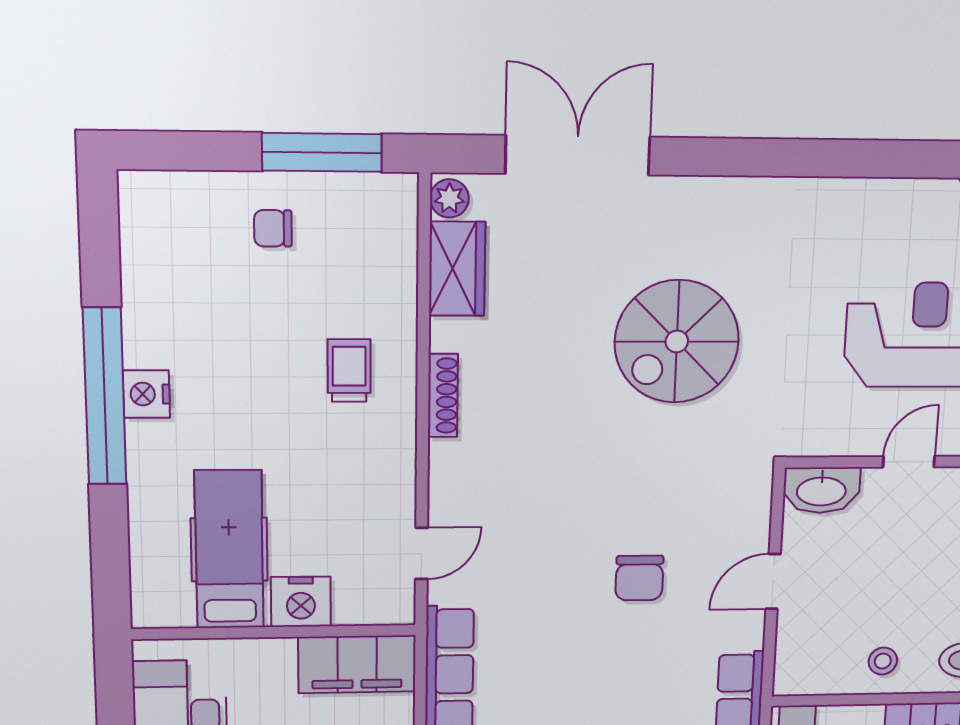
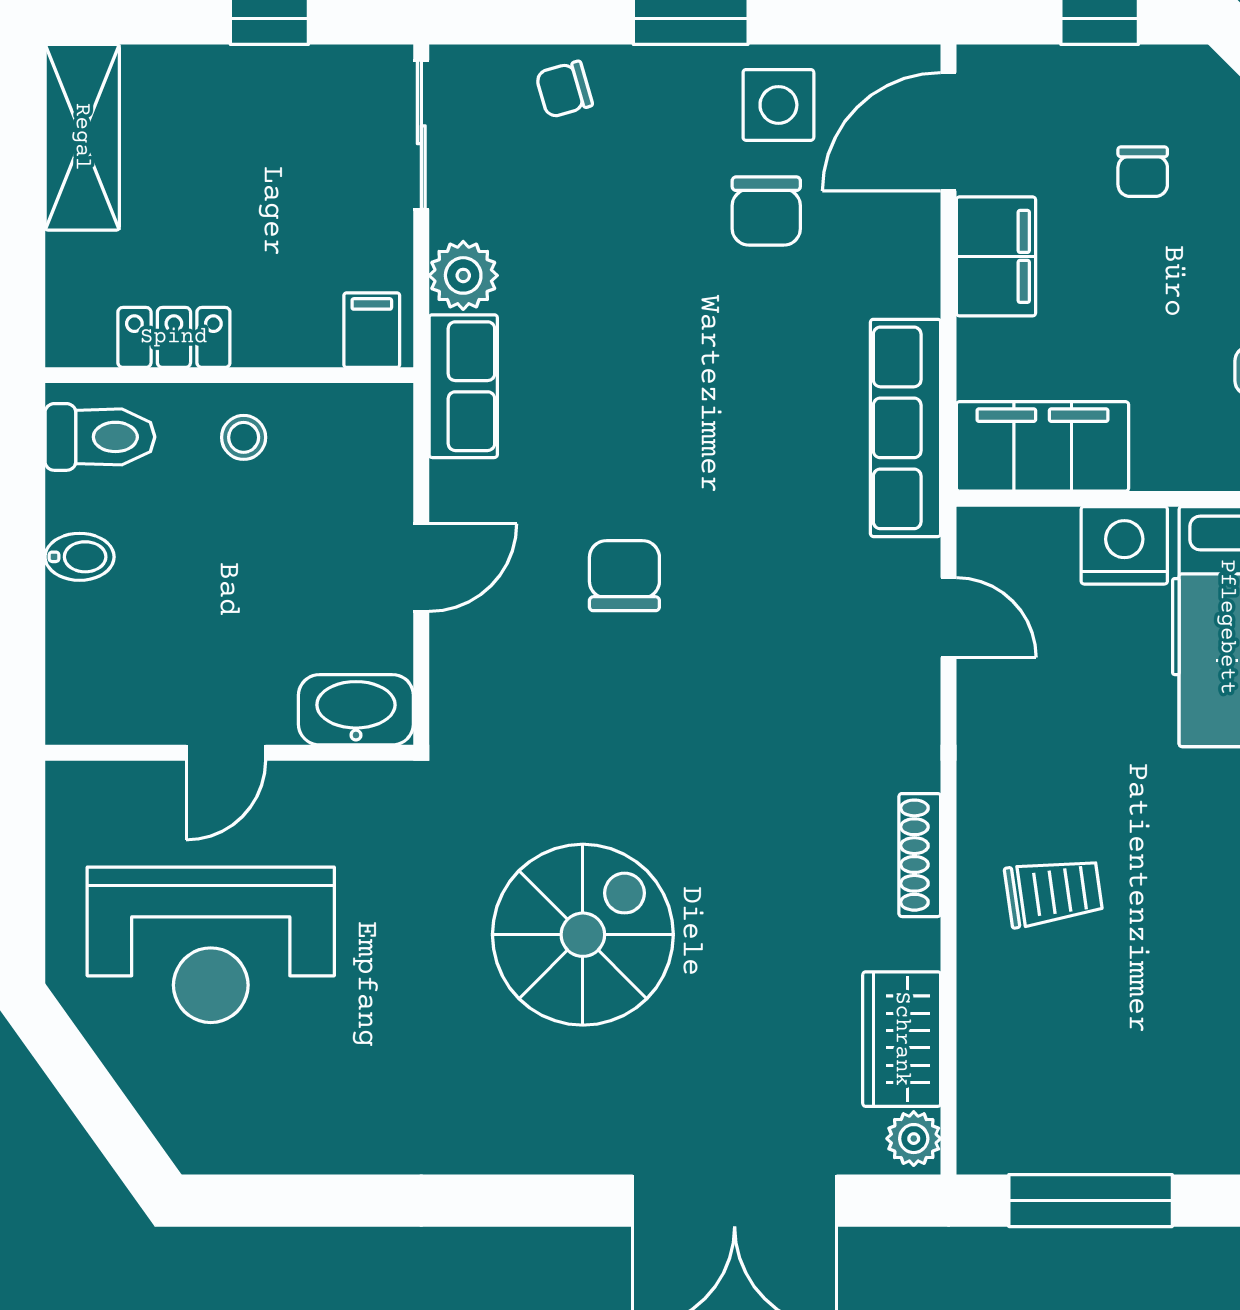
chair: (273, 228) -> (1159, 1095), removed
trolley: (349, 371) -> (1054, 892), turned -98
door: (421, 553) -> (949, 618), swing flipped

